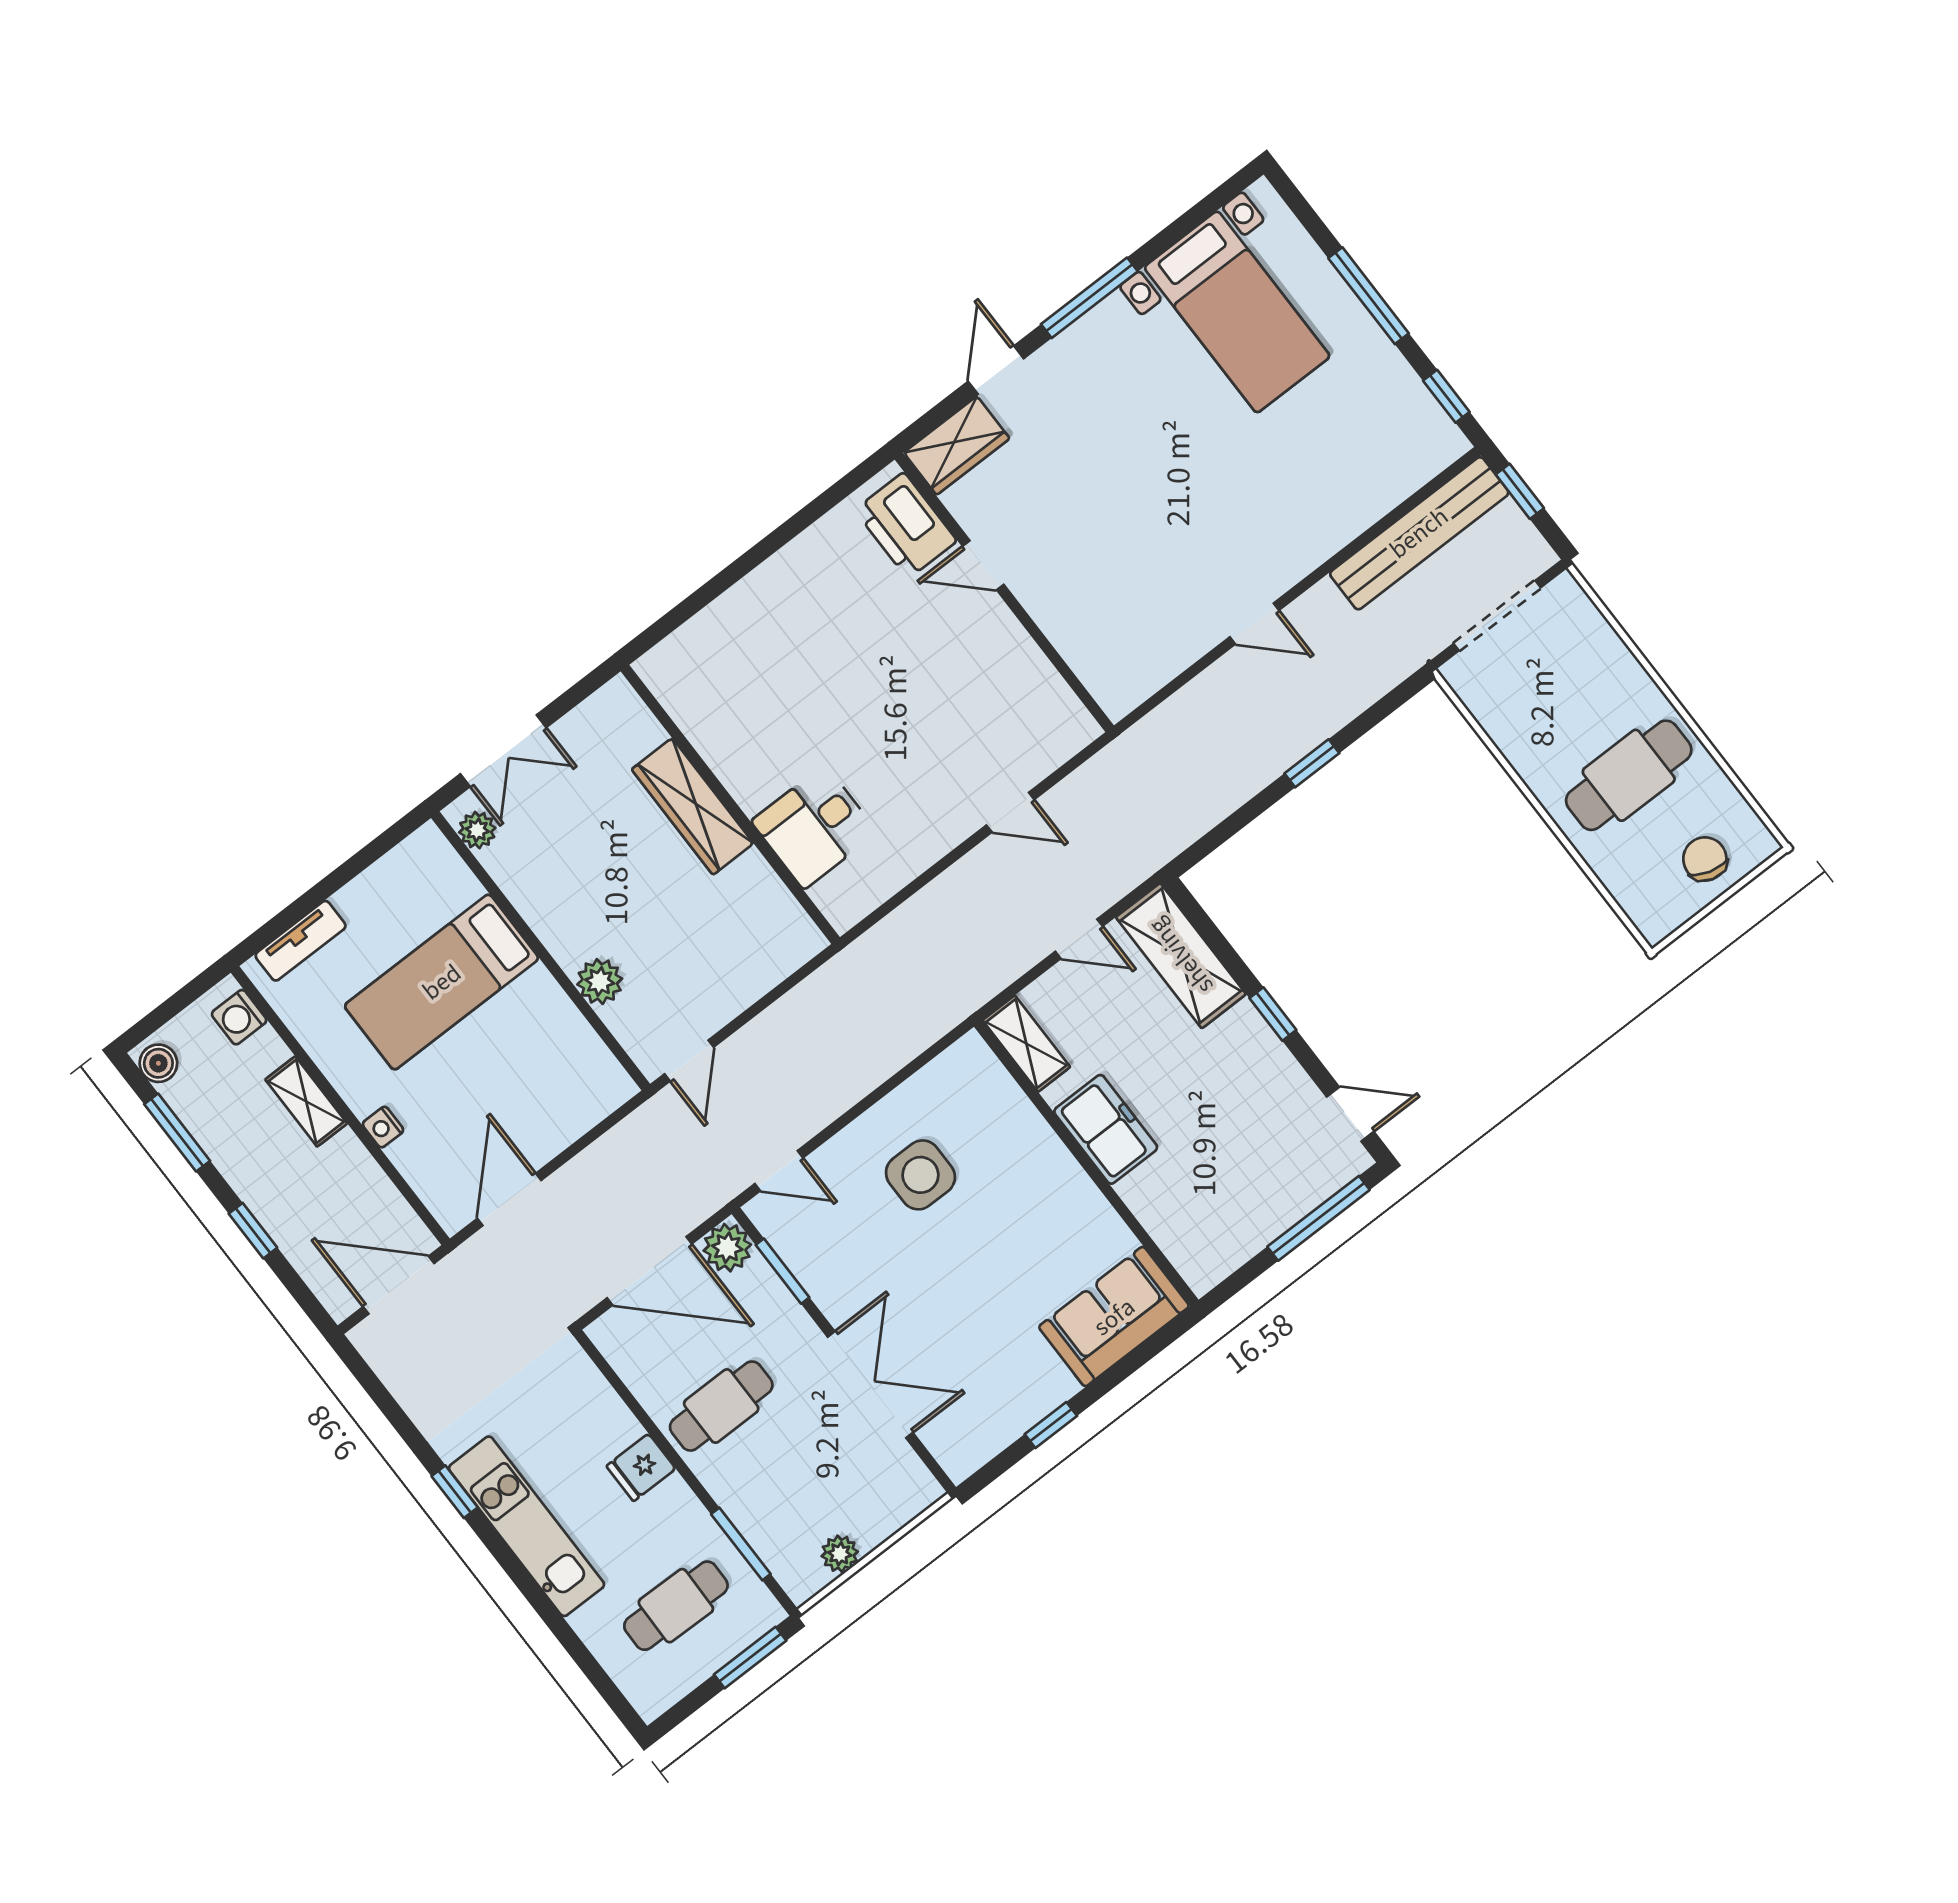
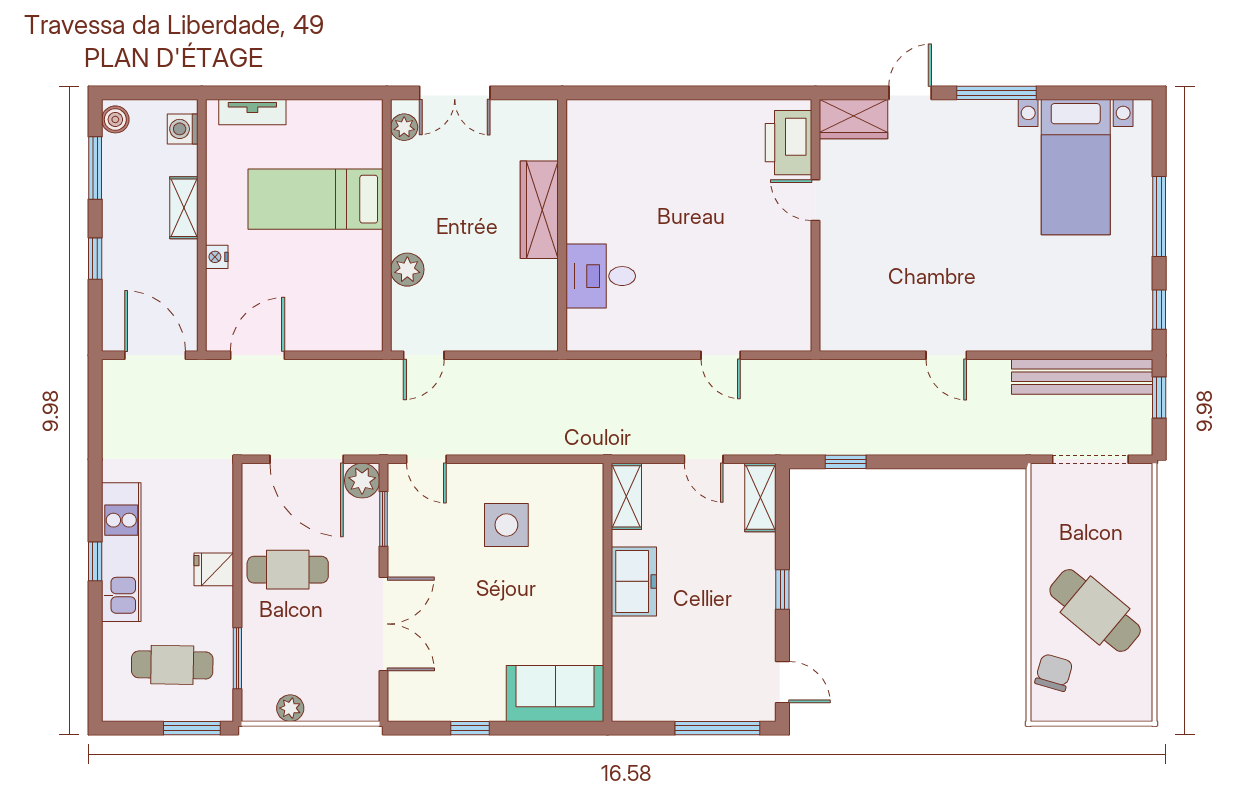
window: (1312, 763) -> (846, 462), moved
cafe table: (1629, 775) -> (1095, 611), turned 40
chair: (1705, 859) -> (1054, 673), moved
shelving: (1181, 956) -> (760, 497), width x0.67, depth x0.75
window: (455, 1492) -> (95, 561), moved

